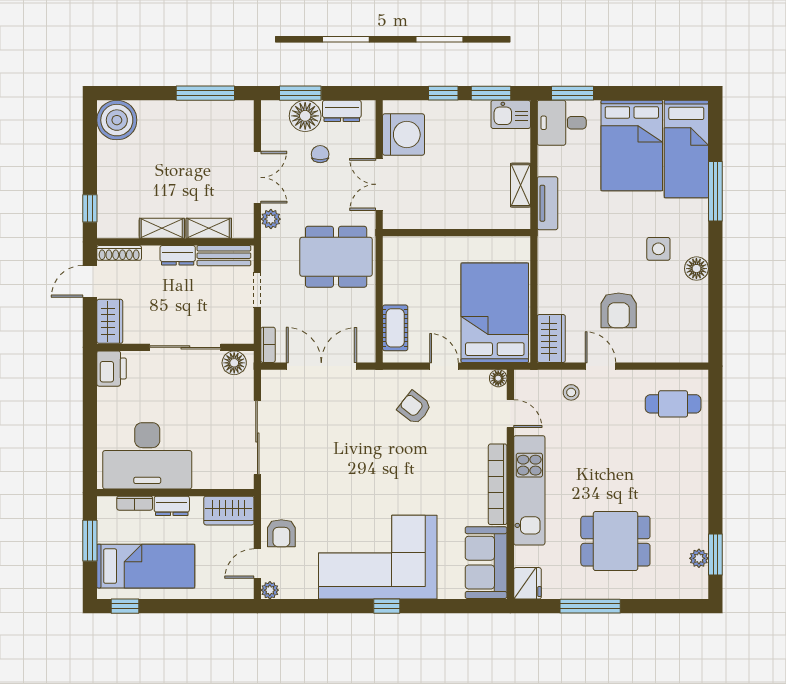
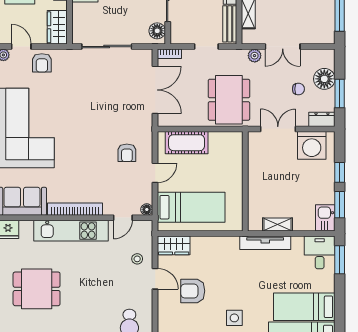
window: (300, 93) -> (340, 93), moved
dresser: (342, 111) -> (322, 119), moved, turned 90
bed: (632, 146) -> (304, 307), width x0.67
tv unit: (547, 203) -> (265, 243), width x1.41
bed: (495, 313) -> (191, 207), width x0.67
cot: (395, 328) -> (187, 143), width x1.37, depth x1.34
door: (600, 366) -> (155, 279), hinge flipped
armchair: (414, 408) -> (127, 153), turned 142
armchair: (281, 533) -> (42, 63), turned -90
dining table: (615, 541) -> (37, 289), turned 90

